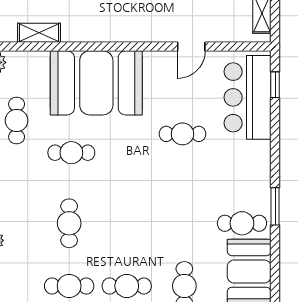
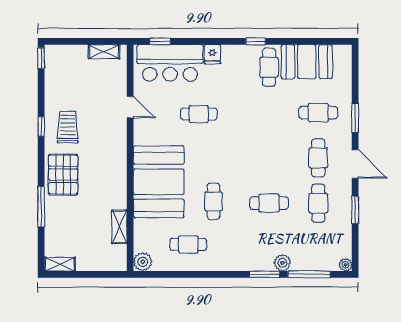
cafe table: (182, 134) -> (199, 114), turned 90
fridge: (259, 151) -> (212, 54), added
window: (275, 206) -> (256, 41), width x0.67

